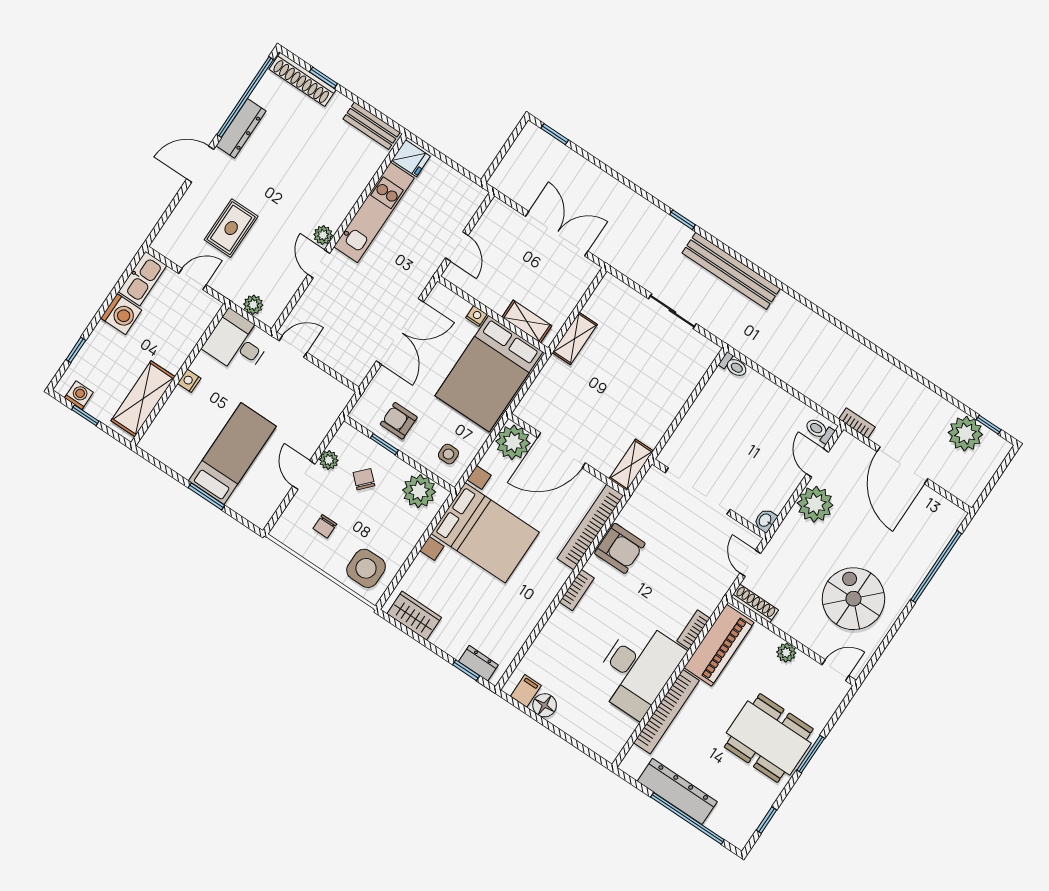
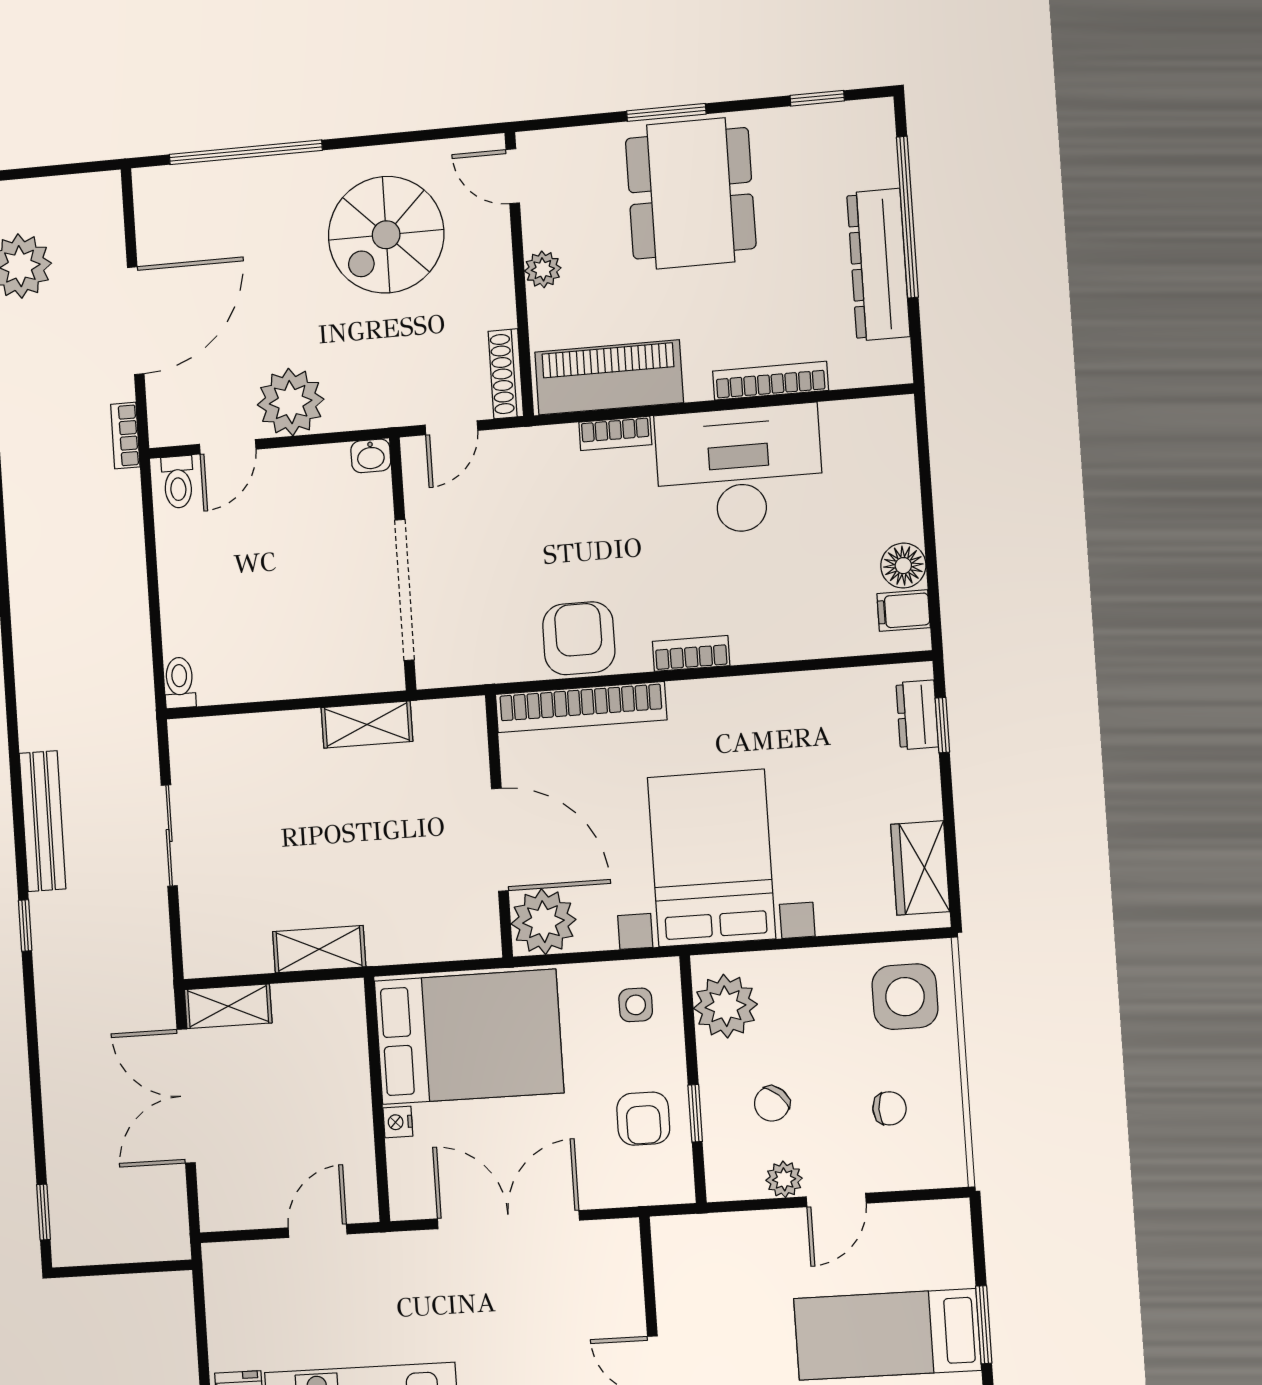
bench: (731, 271) -> (43, 821), width x0.73, depth x0.82
shelving: (527, 321) -> (228, 1006), moved, turned 90
shelving: (631, 465) -> (367, 724), moved
bookcase: (666, 712) -> (770, 381), width x0.68, depth x0.76

